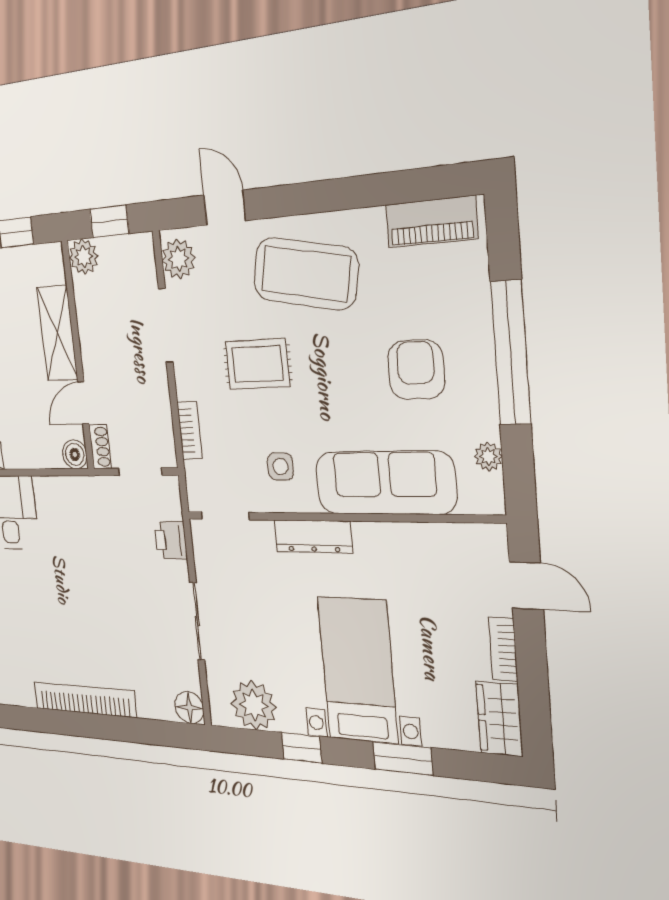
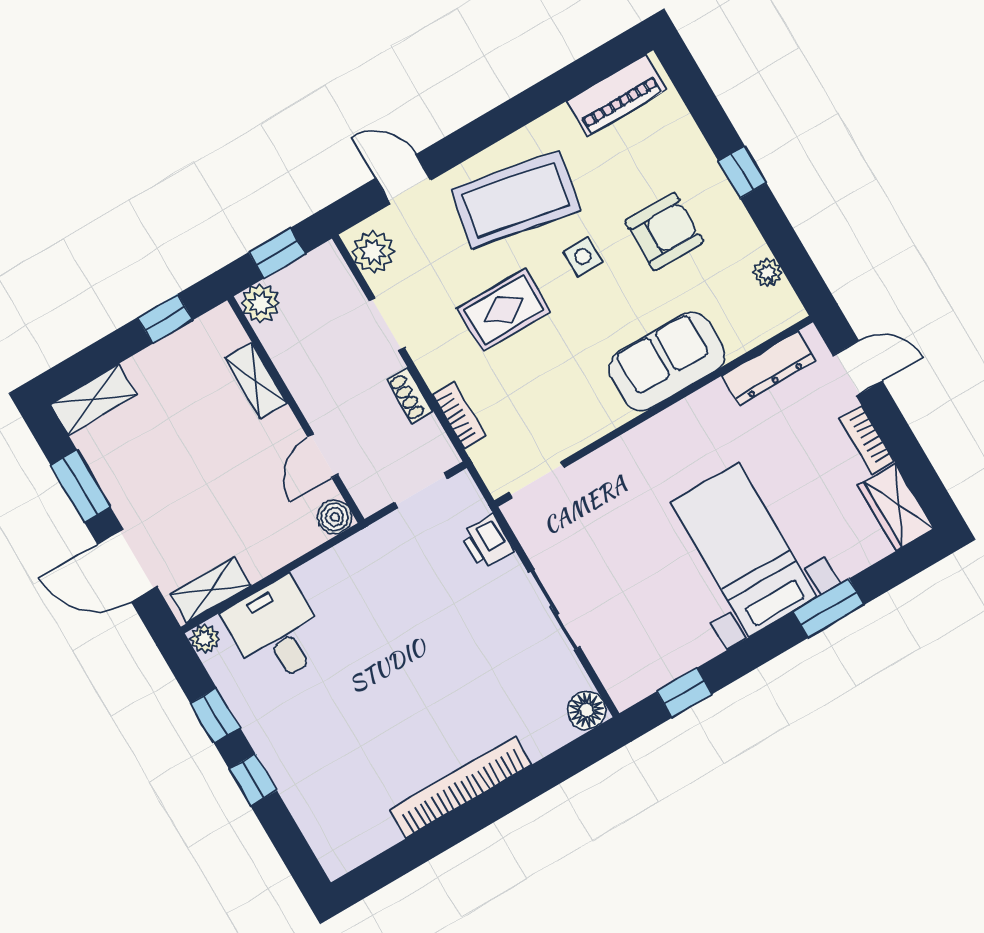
doorway: (166, 325) -> (387, 324), width x0.73
shelving: (57, 333) -> (256, 381), width x0.67, depth x0.75
window: (511, 353) -> (742, 172), width x0.32
armchair: (416, 370) -> (664, 232), turned 90
shoe rack: (100, 447) -> (410, 396), moved, turned 180
side table: (280, 466) -> (583, 257), moved
sofa: (385, 483) -> (667, 361), width x0.73
dresser: (313, 537) -> (768, 368), moved
plant: (254, 705) -> (655, 659), removed
window: (302, 748) -> (684, 693), moved

